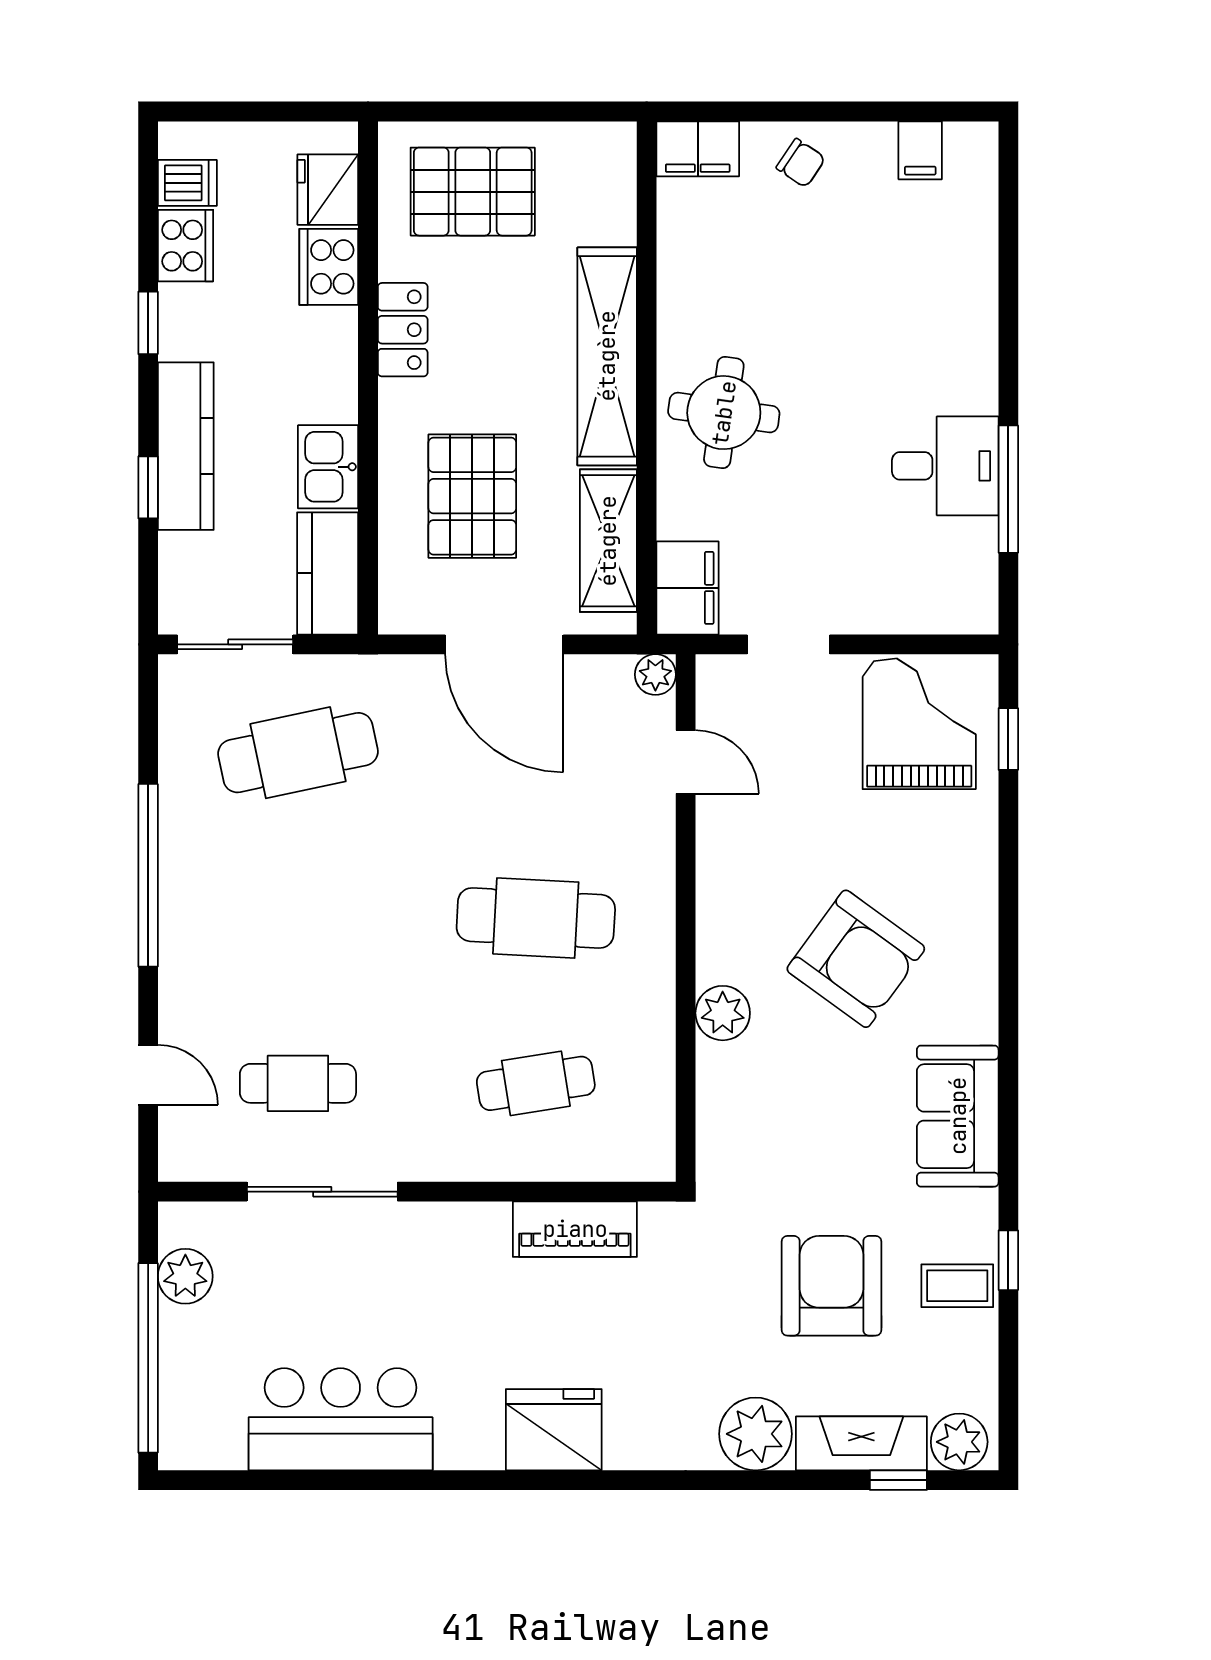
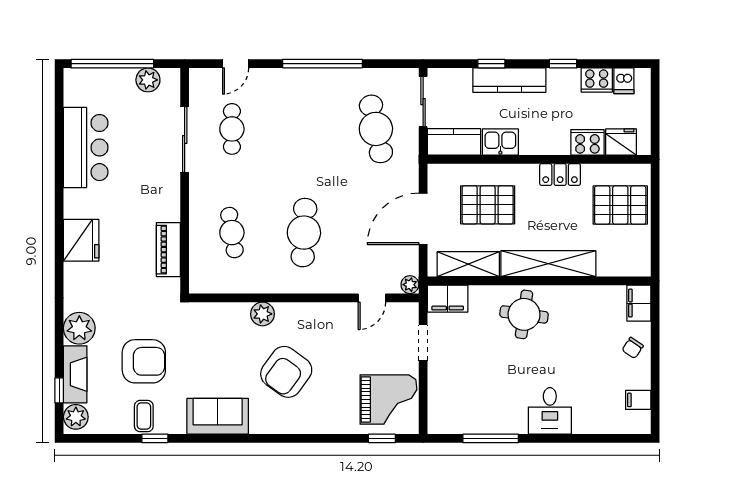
pallet: (473, 192) -> (620, 205), turned 90
desk: (945, 466) -> (550, 411), moved

